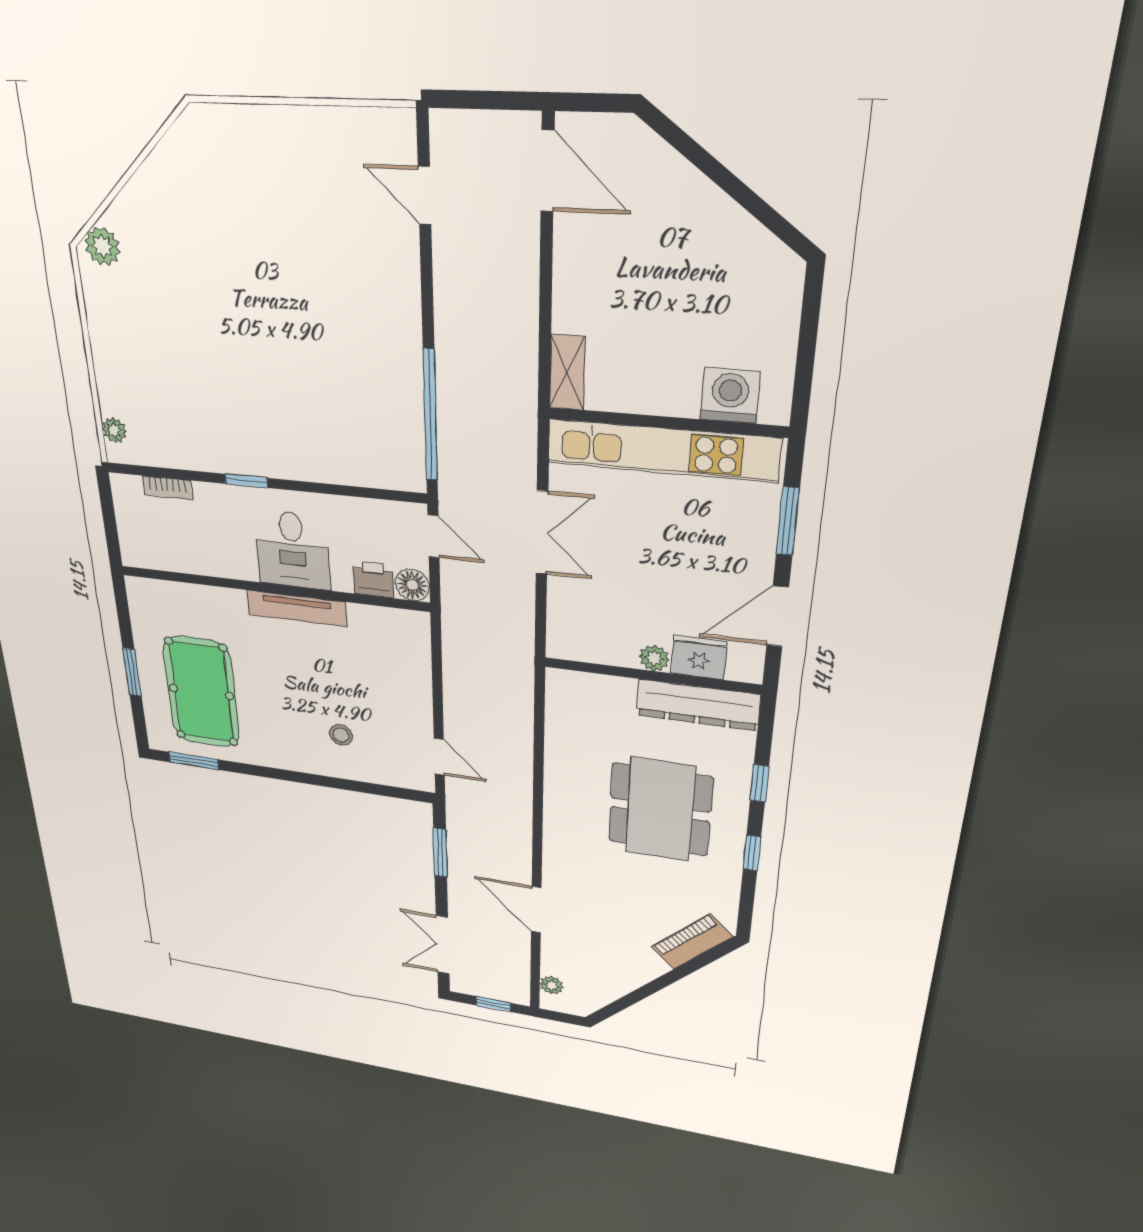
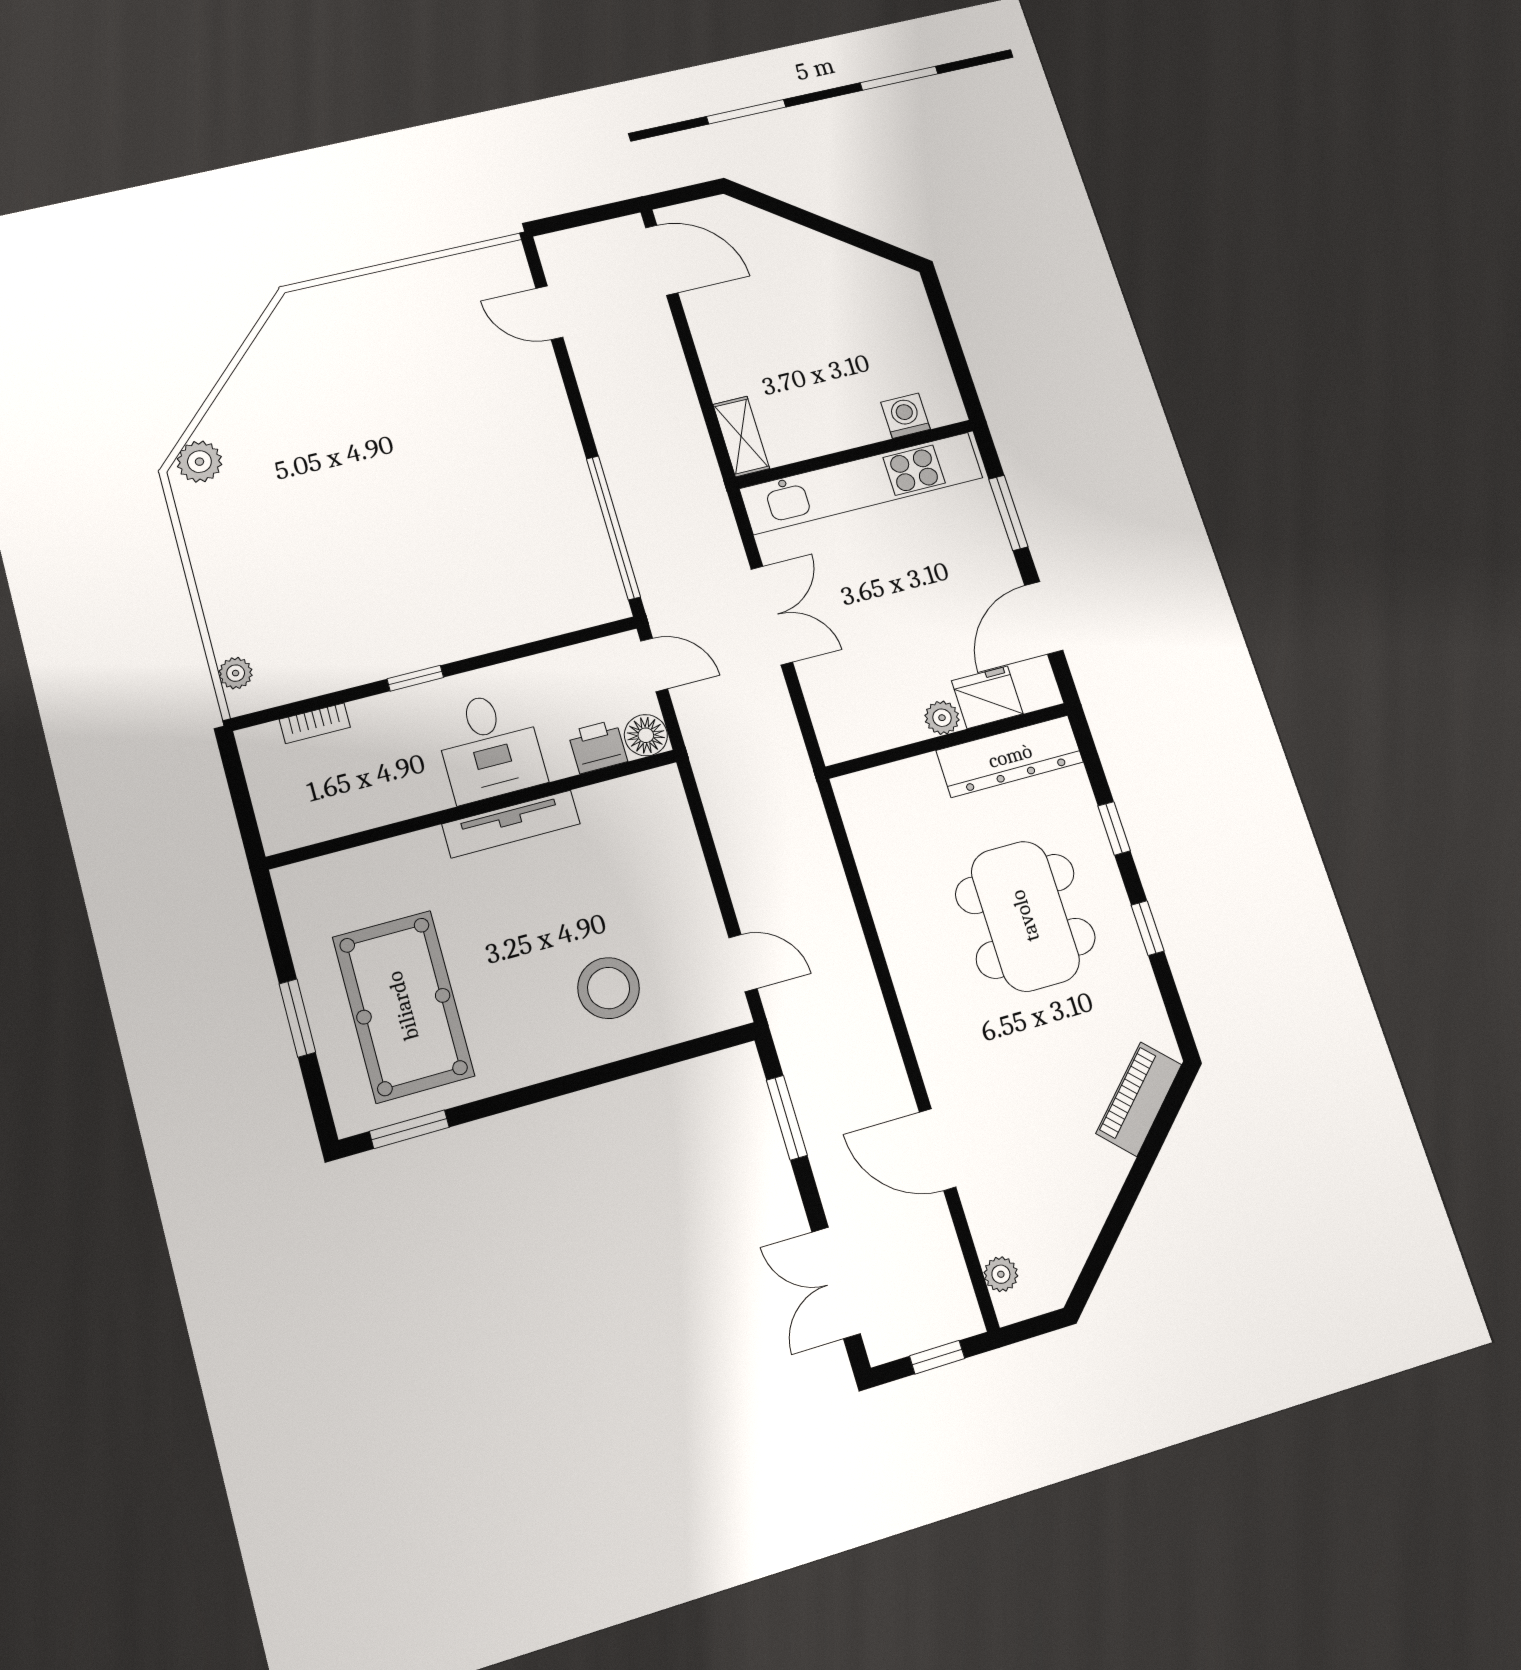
washing machine: (730, 396) -> (905, 416), width x0.73, depth x0.73
stool: (341, 735) -> (609, 988), width x1.89, depth x1.89

